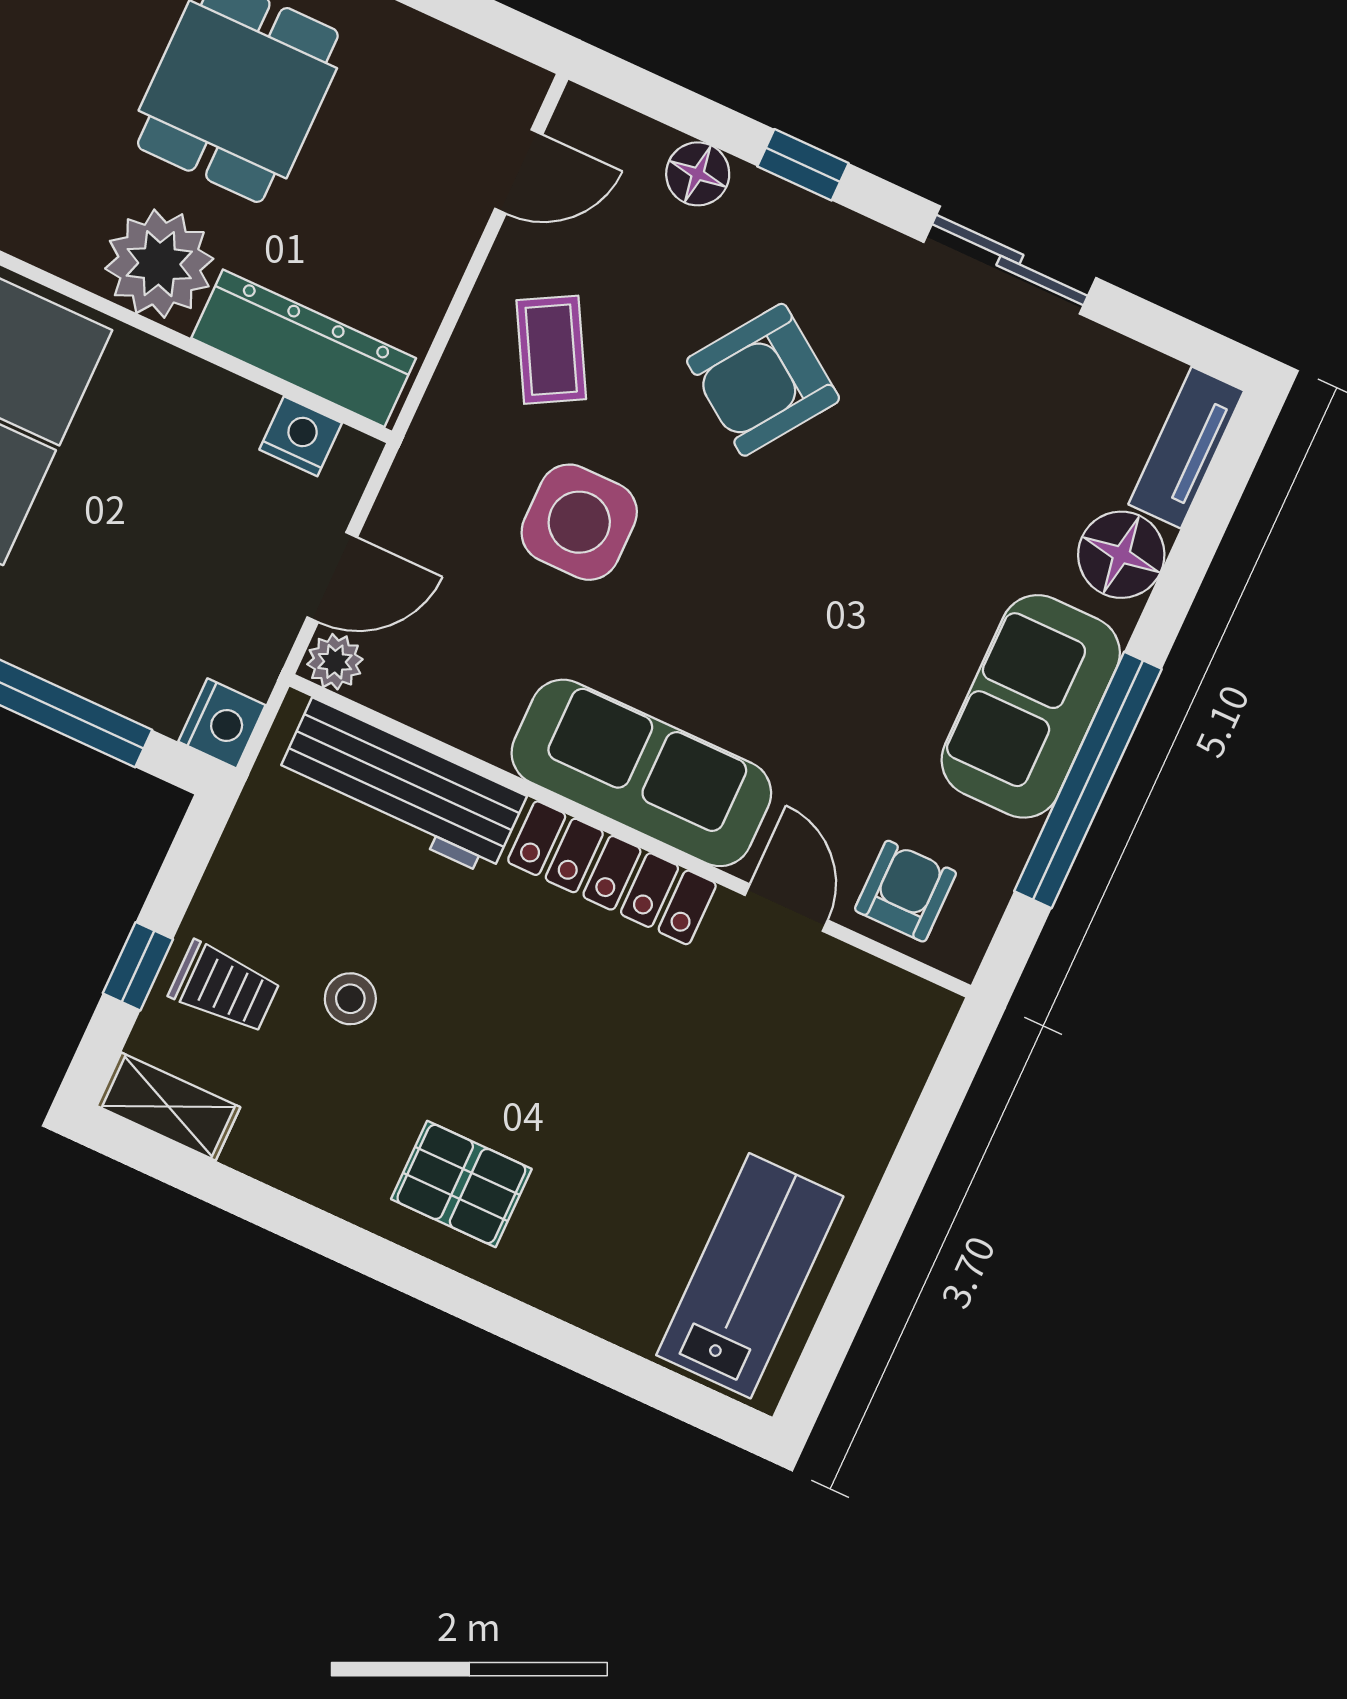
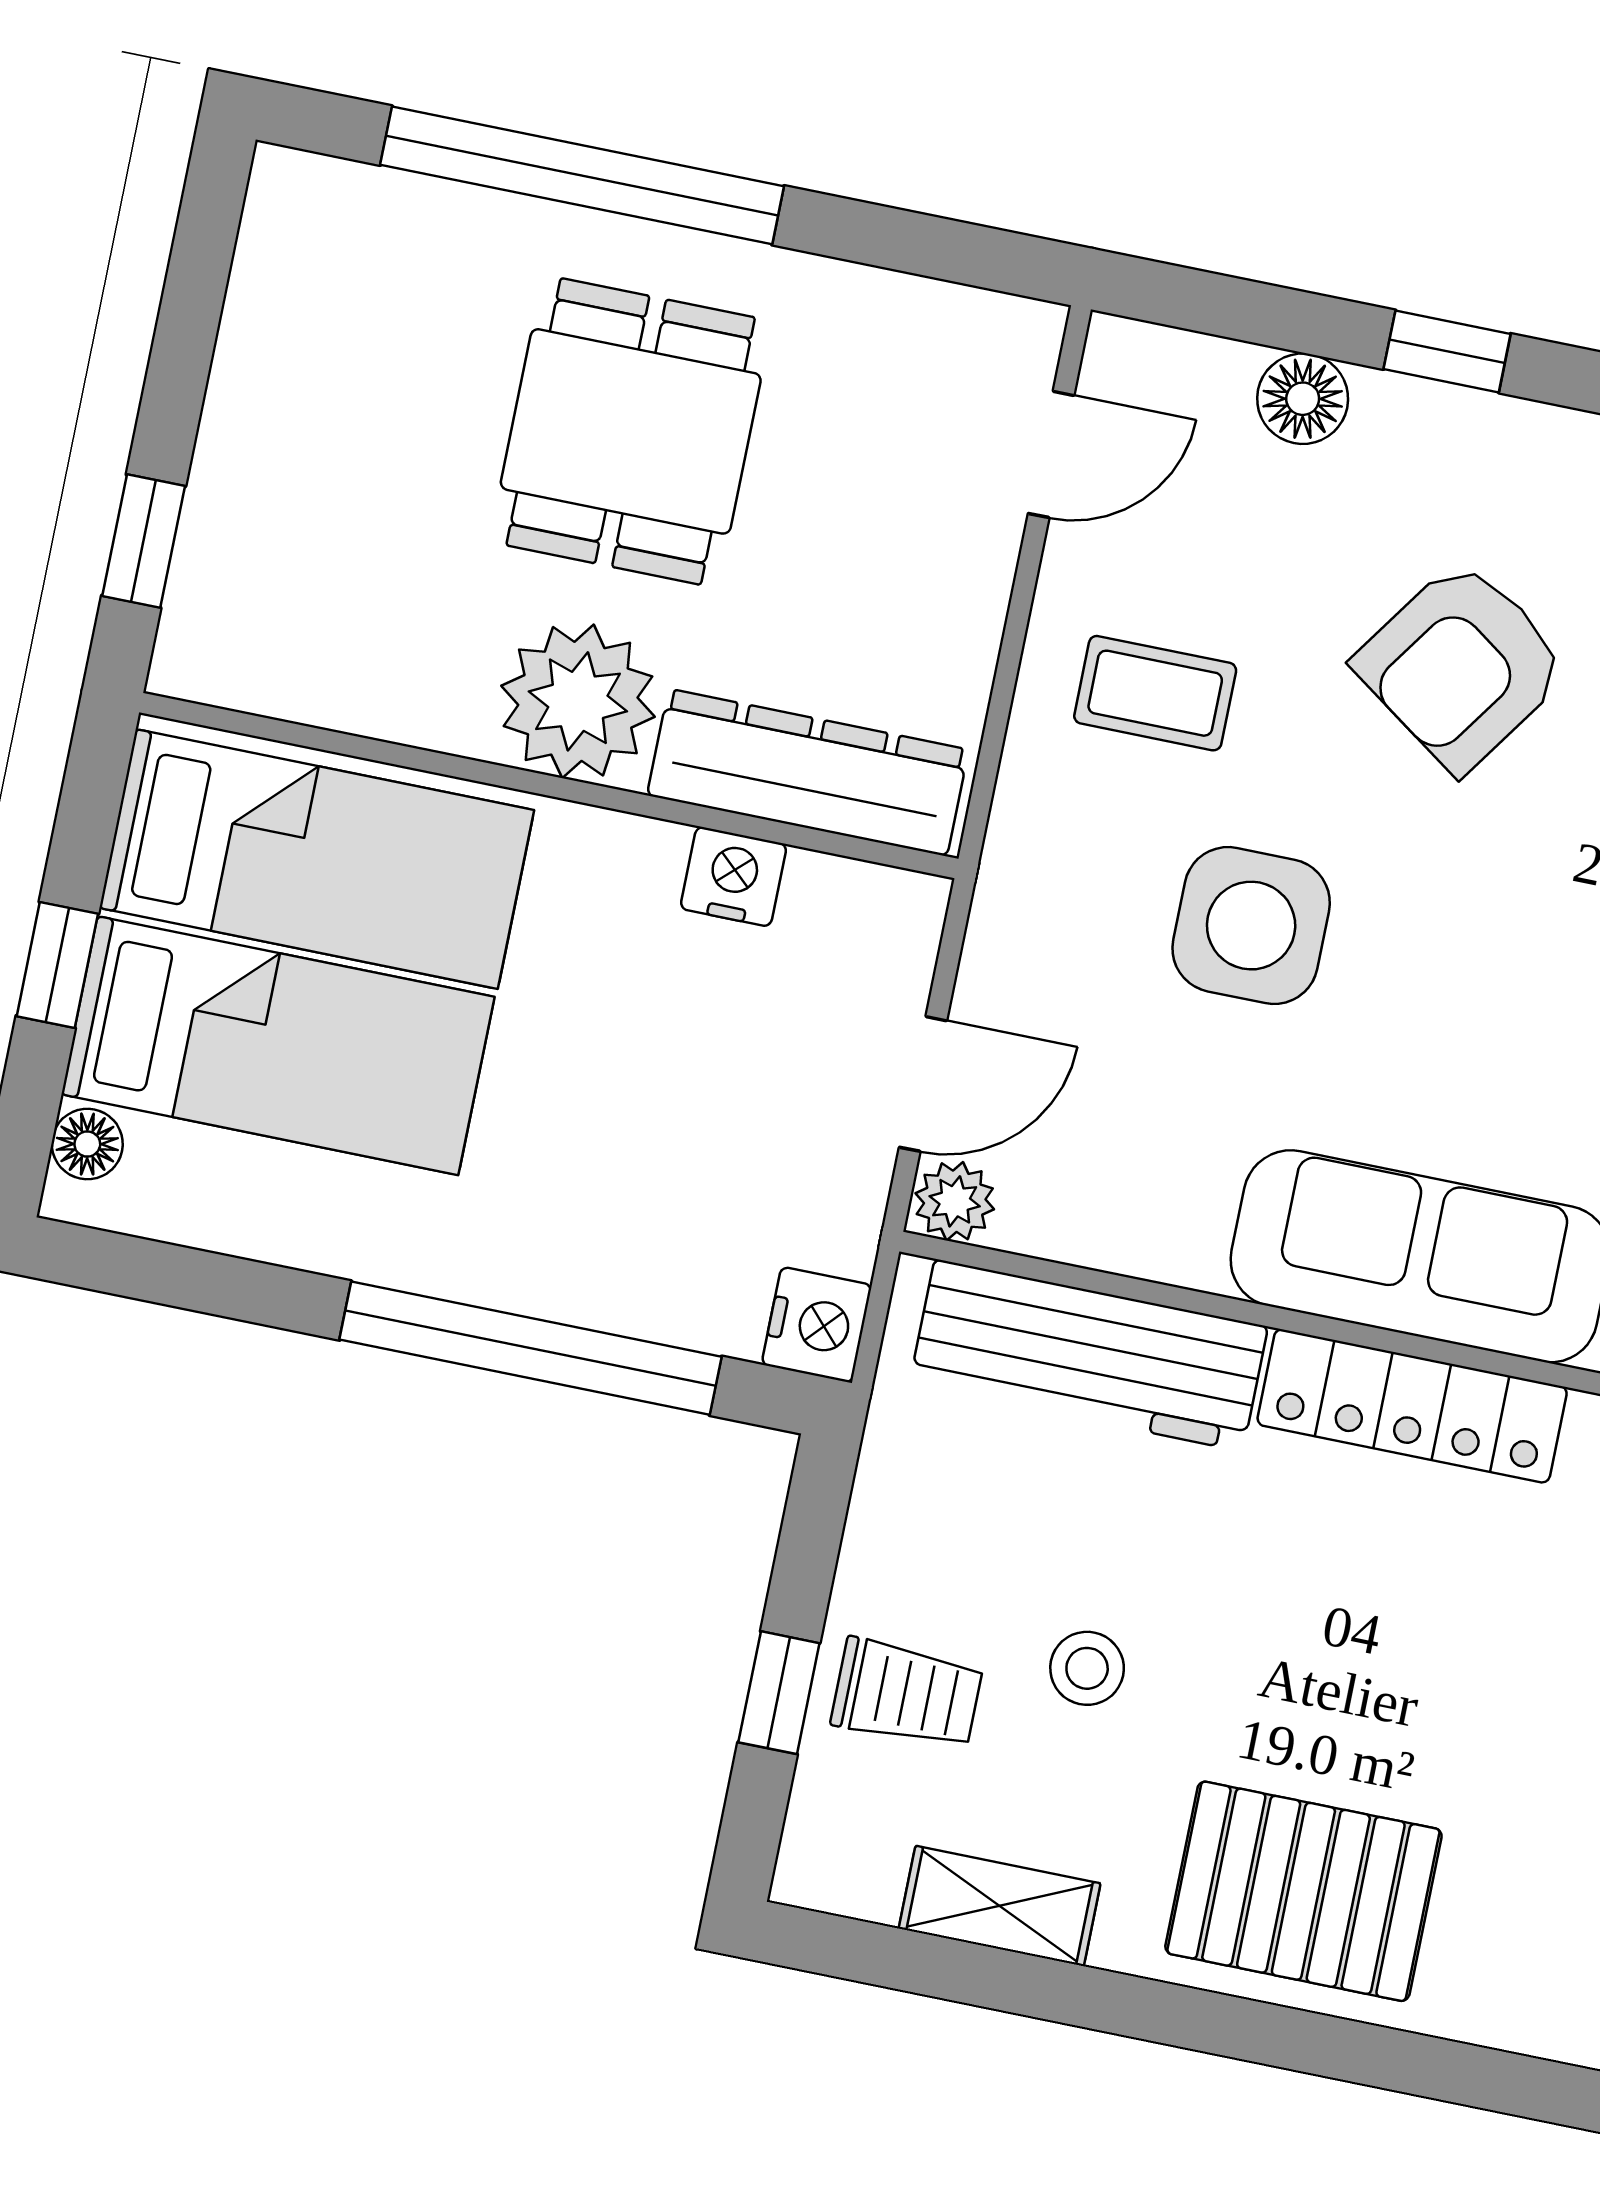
coffee table: (551, 350) -> (1155, 693), turned -61
nightstand: (301, 436) -> (733, 877), moved
shelving: (168, 1107) -> (1000, 1906), moved
pallet: (461, 1184) -> (1303, 1891), width x1.50, depth x1.42

